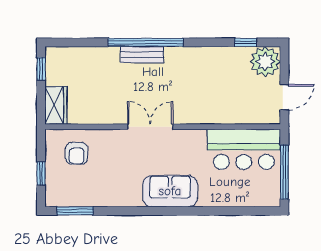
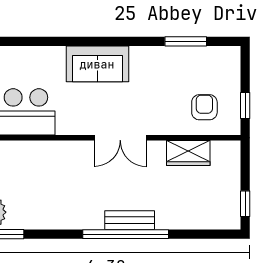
wardrobe: (56, 105) -> (188, 153), moved, turned -90
window: (41, 173) -> (245, 106), moved
window: (75, 211) -> (186, 41), moved

